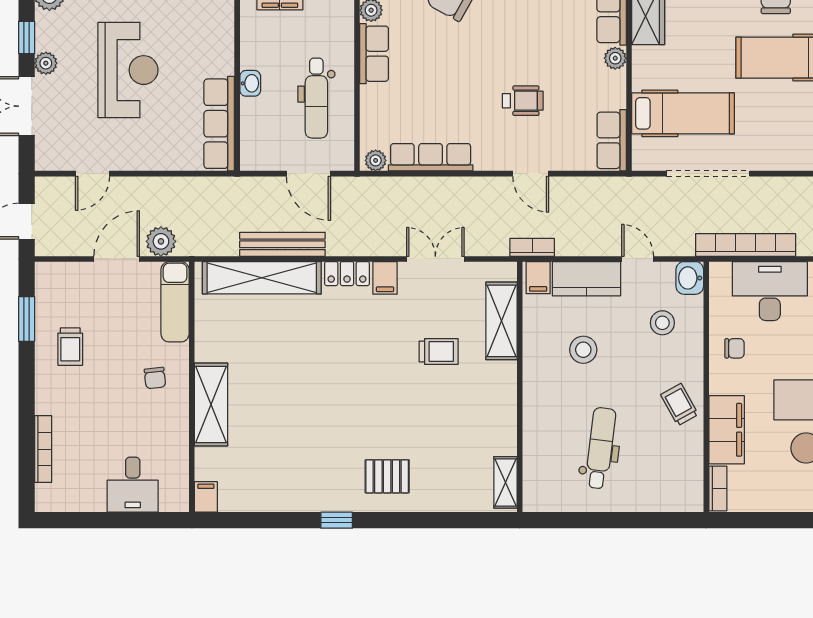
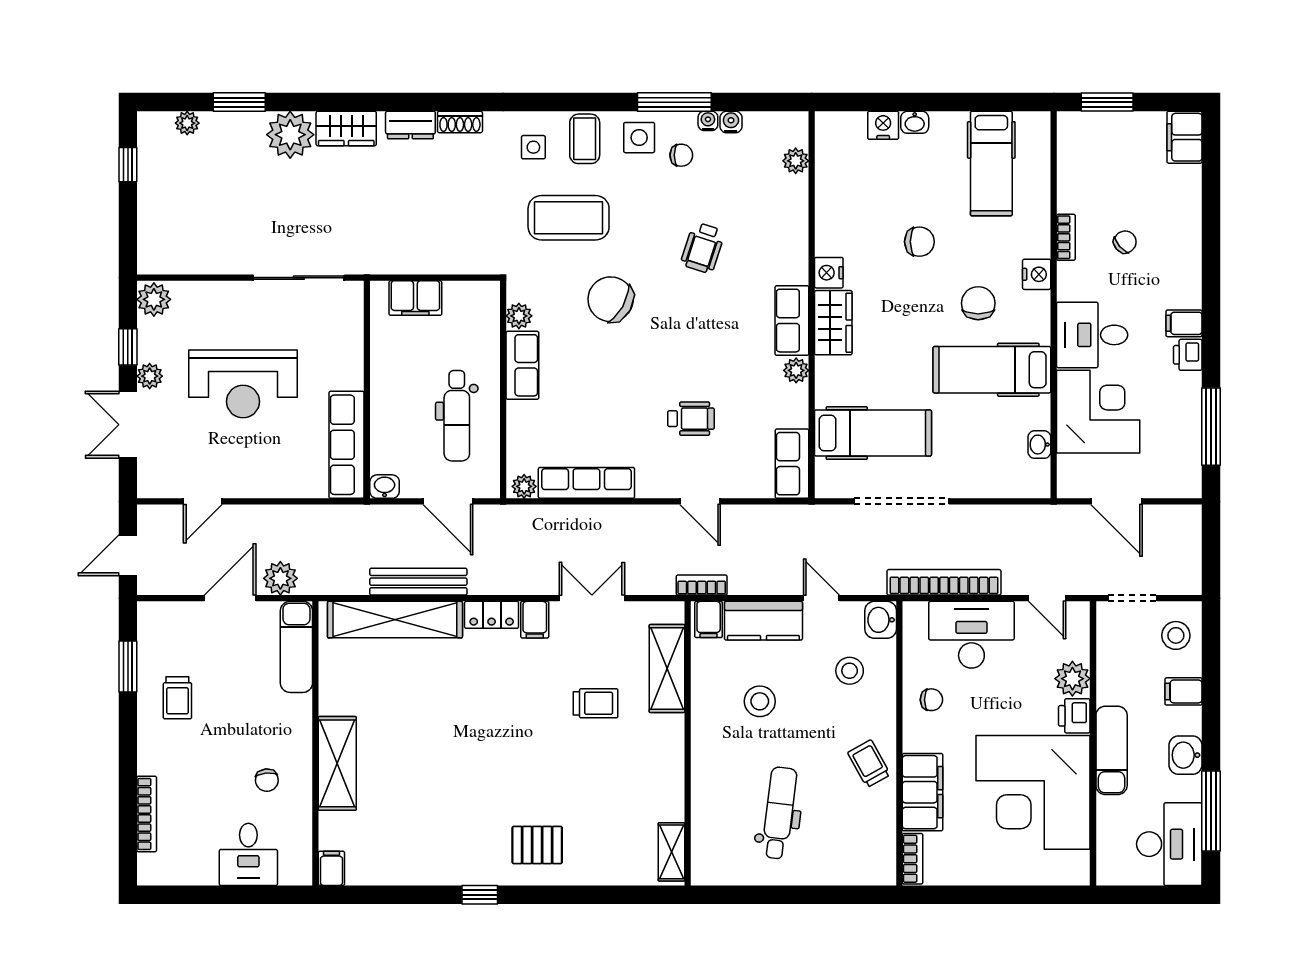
reception desk: (128, 70) -> (243, 384), turned 90
washbasin: (250, 83) -> (385, 487), moved, turned -90
chair: (155, 378) -> (267, 780), moved

